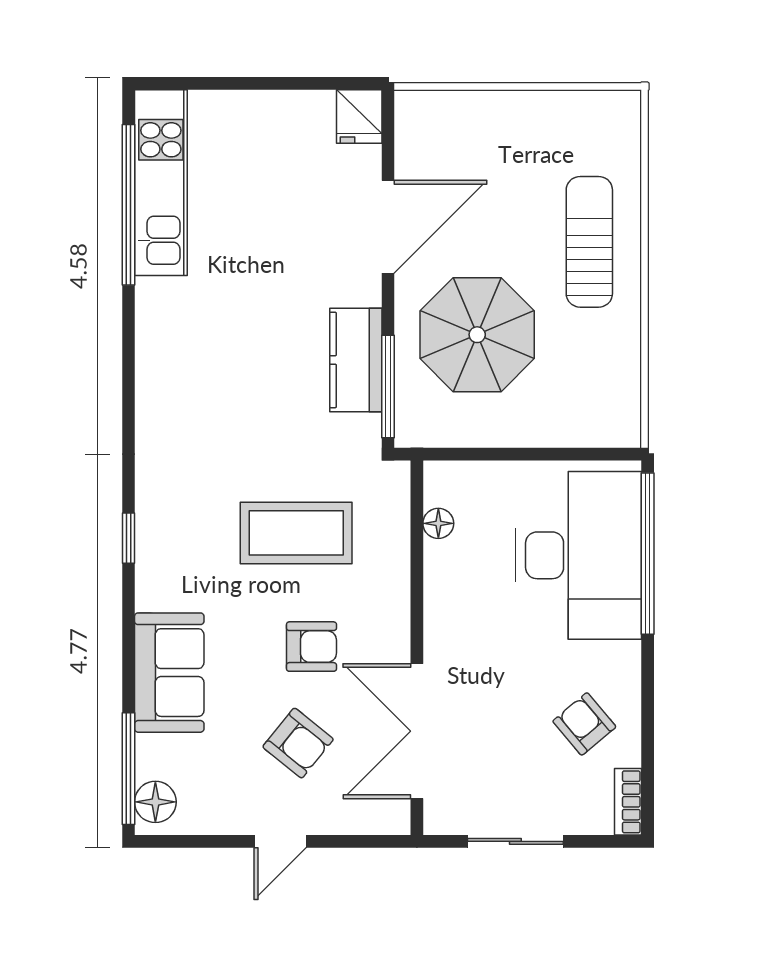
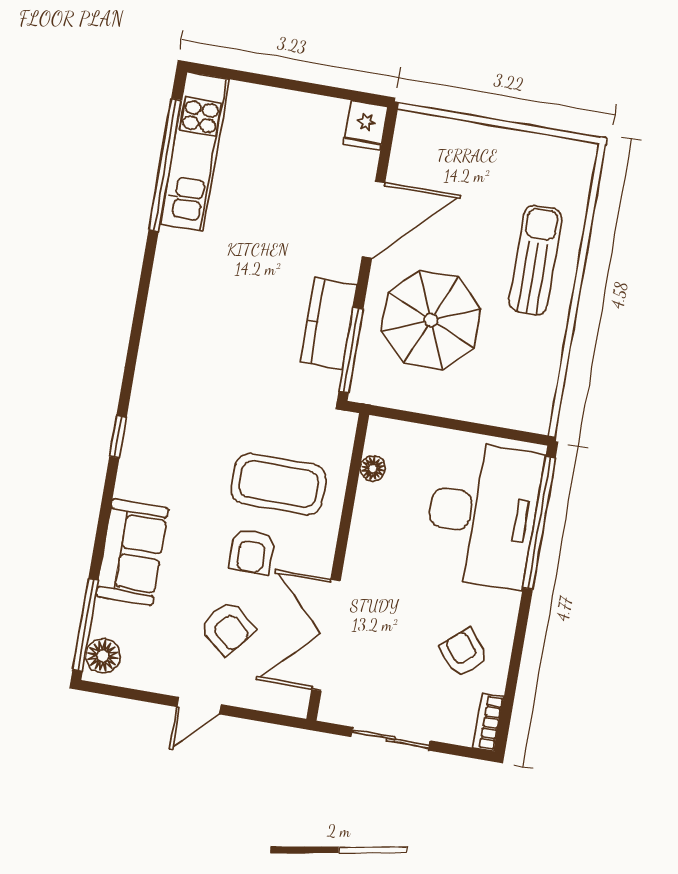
coffee table: (296, 533) -> (279, 484), moved
armchair: (311, 647) -> (252, 551), turned 90

